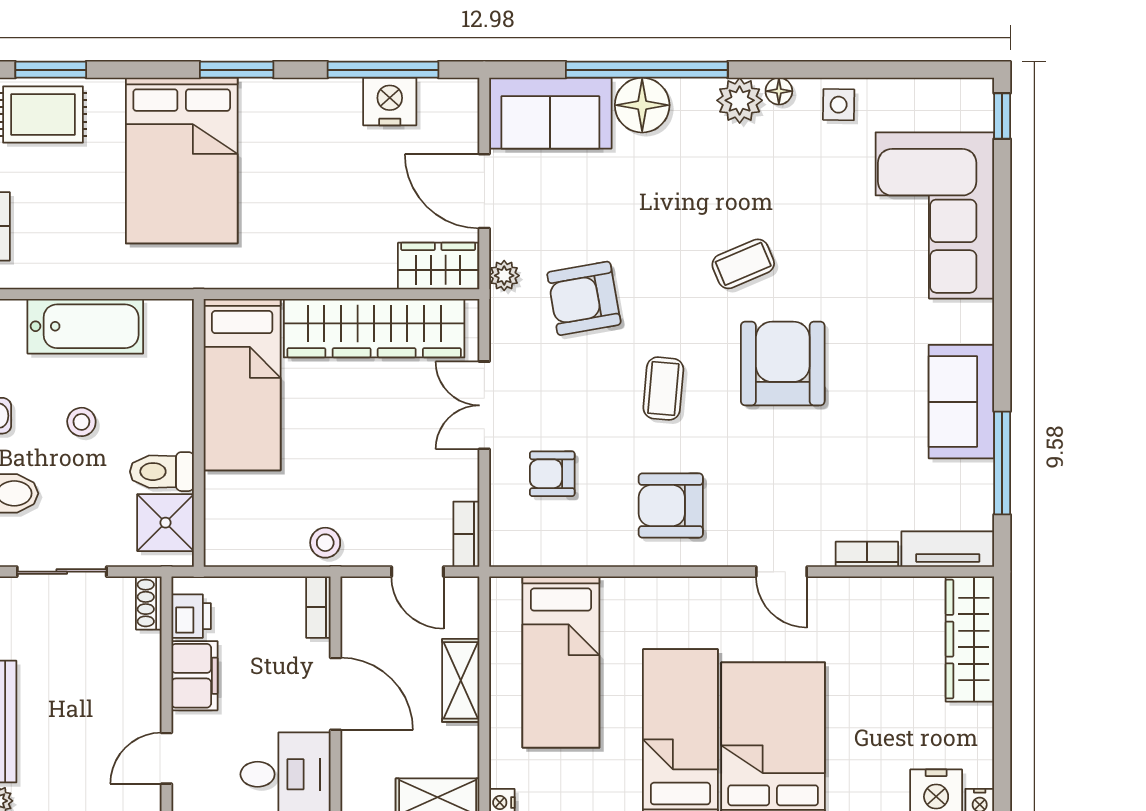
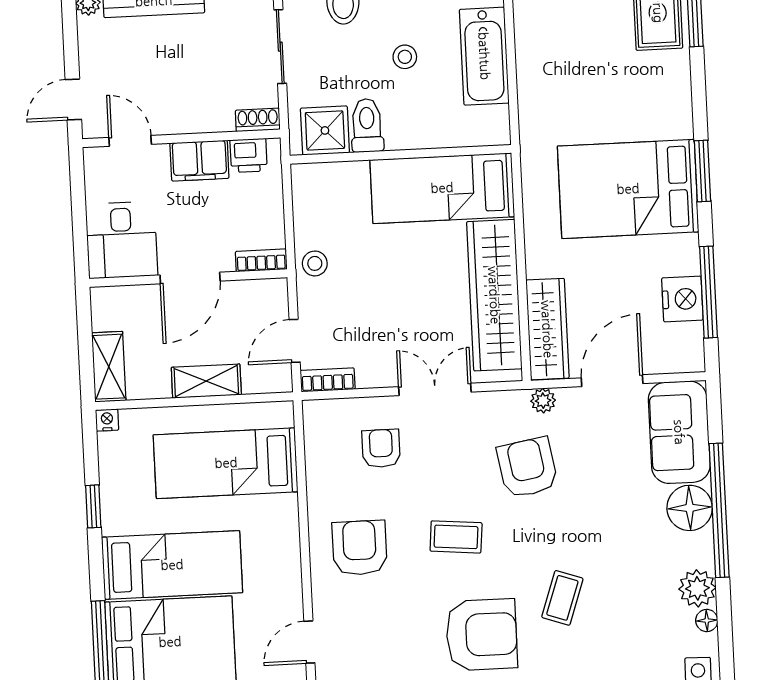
bed: (182, 161) -> (628, 189), moved
coffee table: (743, 264) -> (562, 598), turned 42
wardrobe: (438, 266) -> (547, 329), width x1.50

